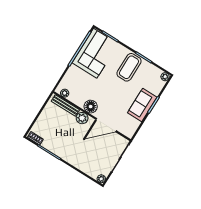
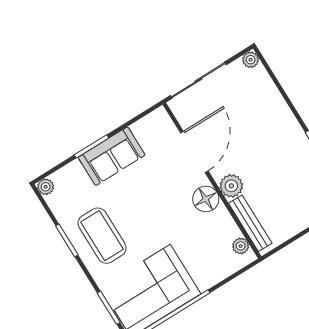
coffee table: (129, 67) -> (102, 236), turned 90
door: (106, 125) -> (194, 152), hinge flipped

